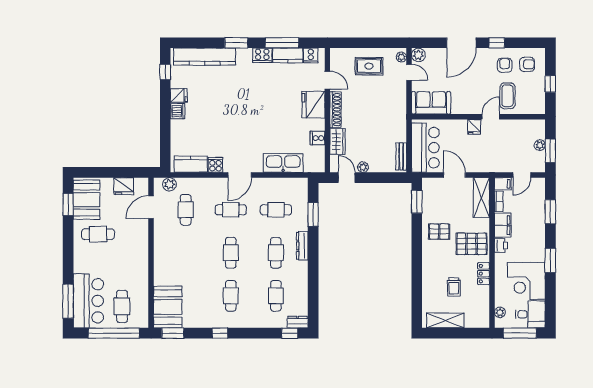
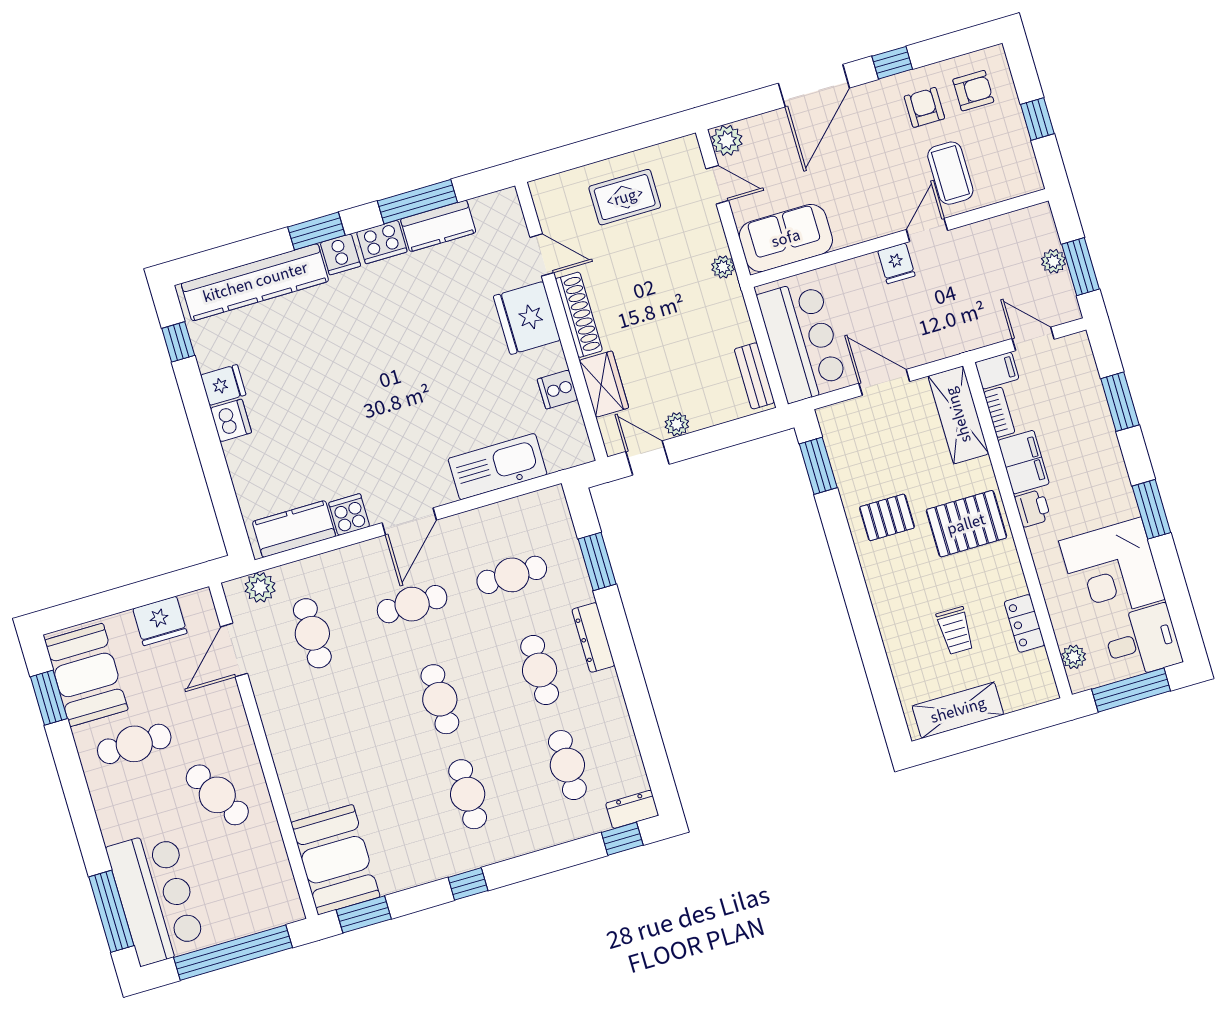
cooker: (311, 55) -> (340, 254), moved
plant: (401, 57) -> (723, 267), moved
door: (522, 175) -> (1033, 339), swing flipped
locker: (484, 274) -> (1024, 623), moved
cafe table: (122, 306) -> (217, 795), moved, turned -30

